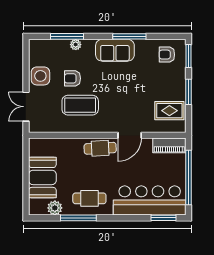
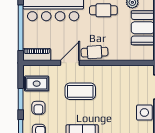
armchair: (73, 78) -> (38, 108), moved, turned 90
coffee table: (80, 105) -> (80, 91), moved

